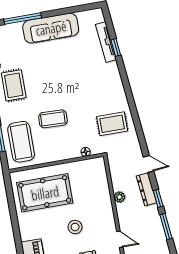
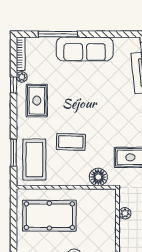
floor lamp: (86, 152) -> (98, 177), width x1.89, depth x1.89
plant: (120, 197) -> (125, 213), moved

